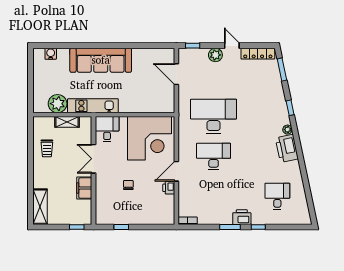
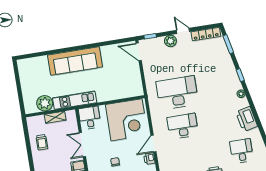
water cooler: (51, 54) -> (32, 62), removed
door: (176, 74) -> (139, 52), moved
printer: (287, 148) -> (247, 119), moved

